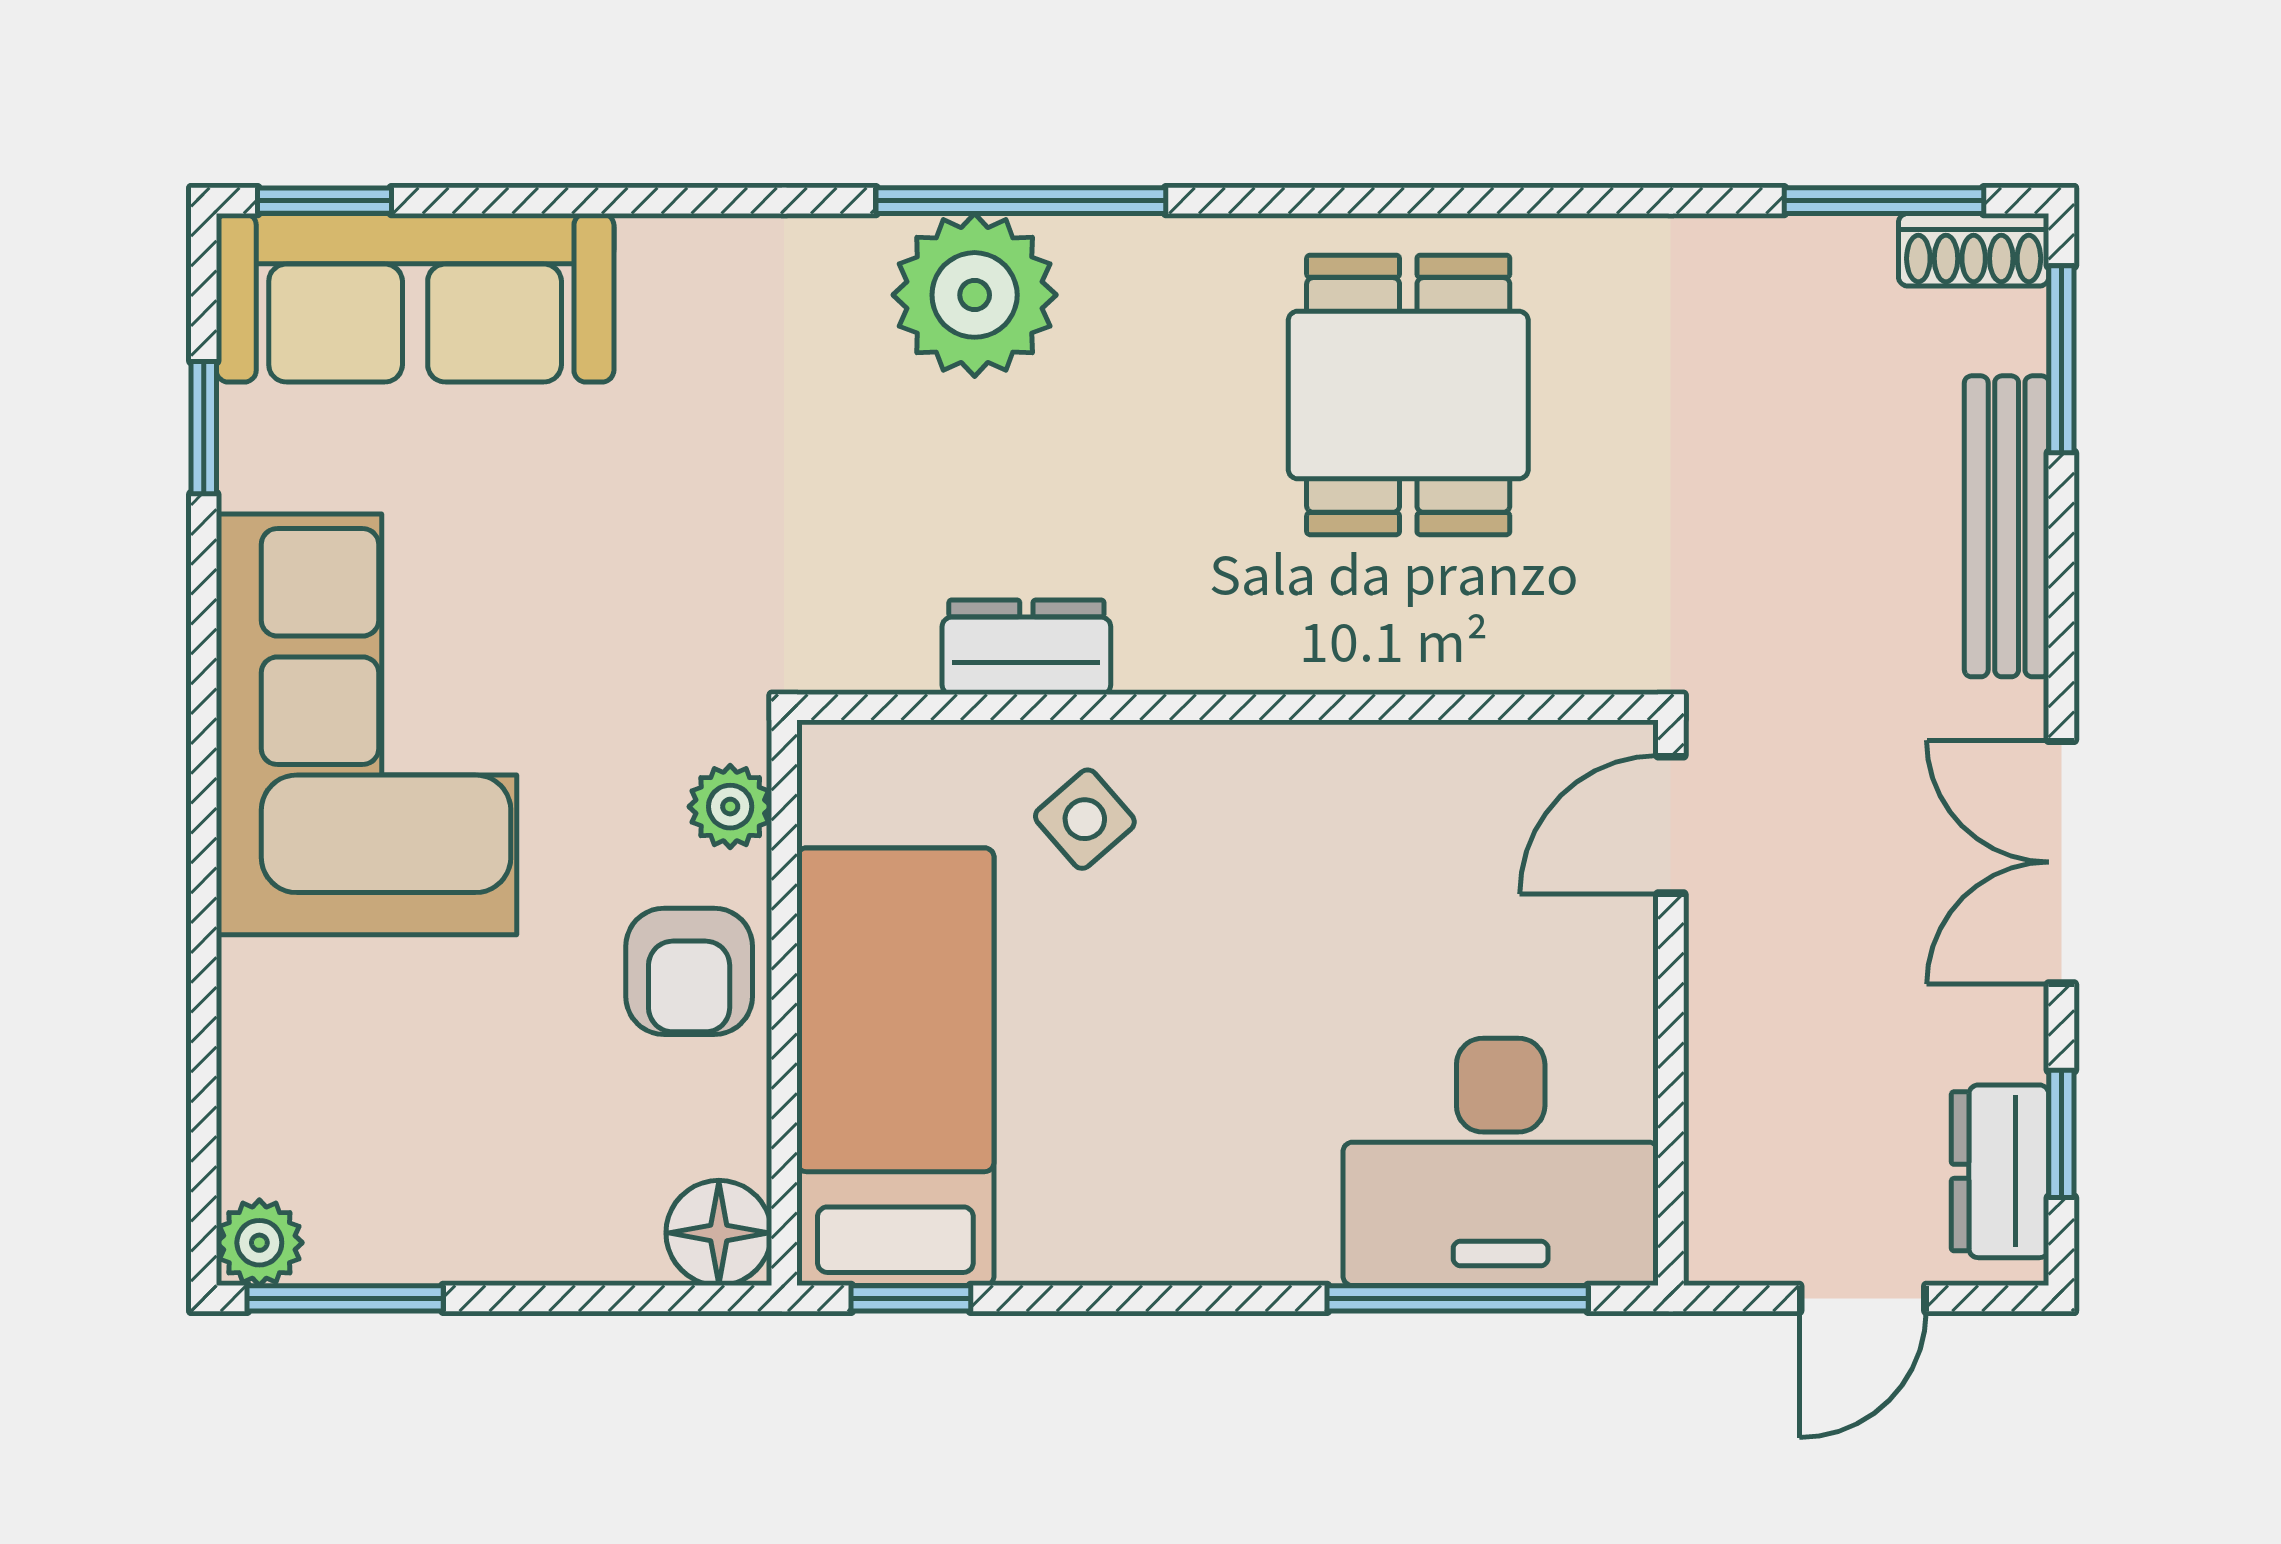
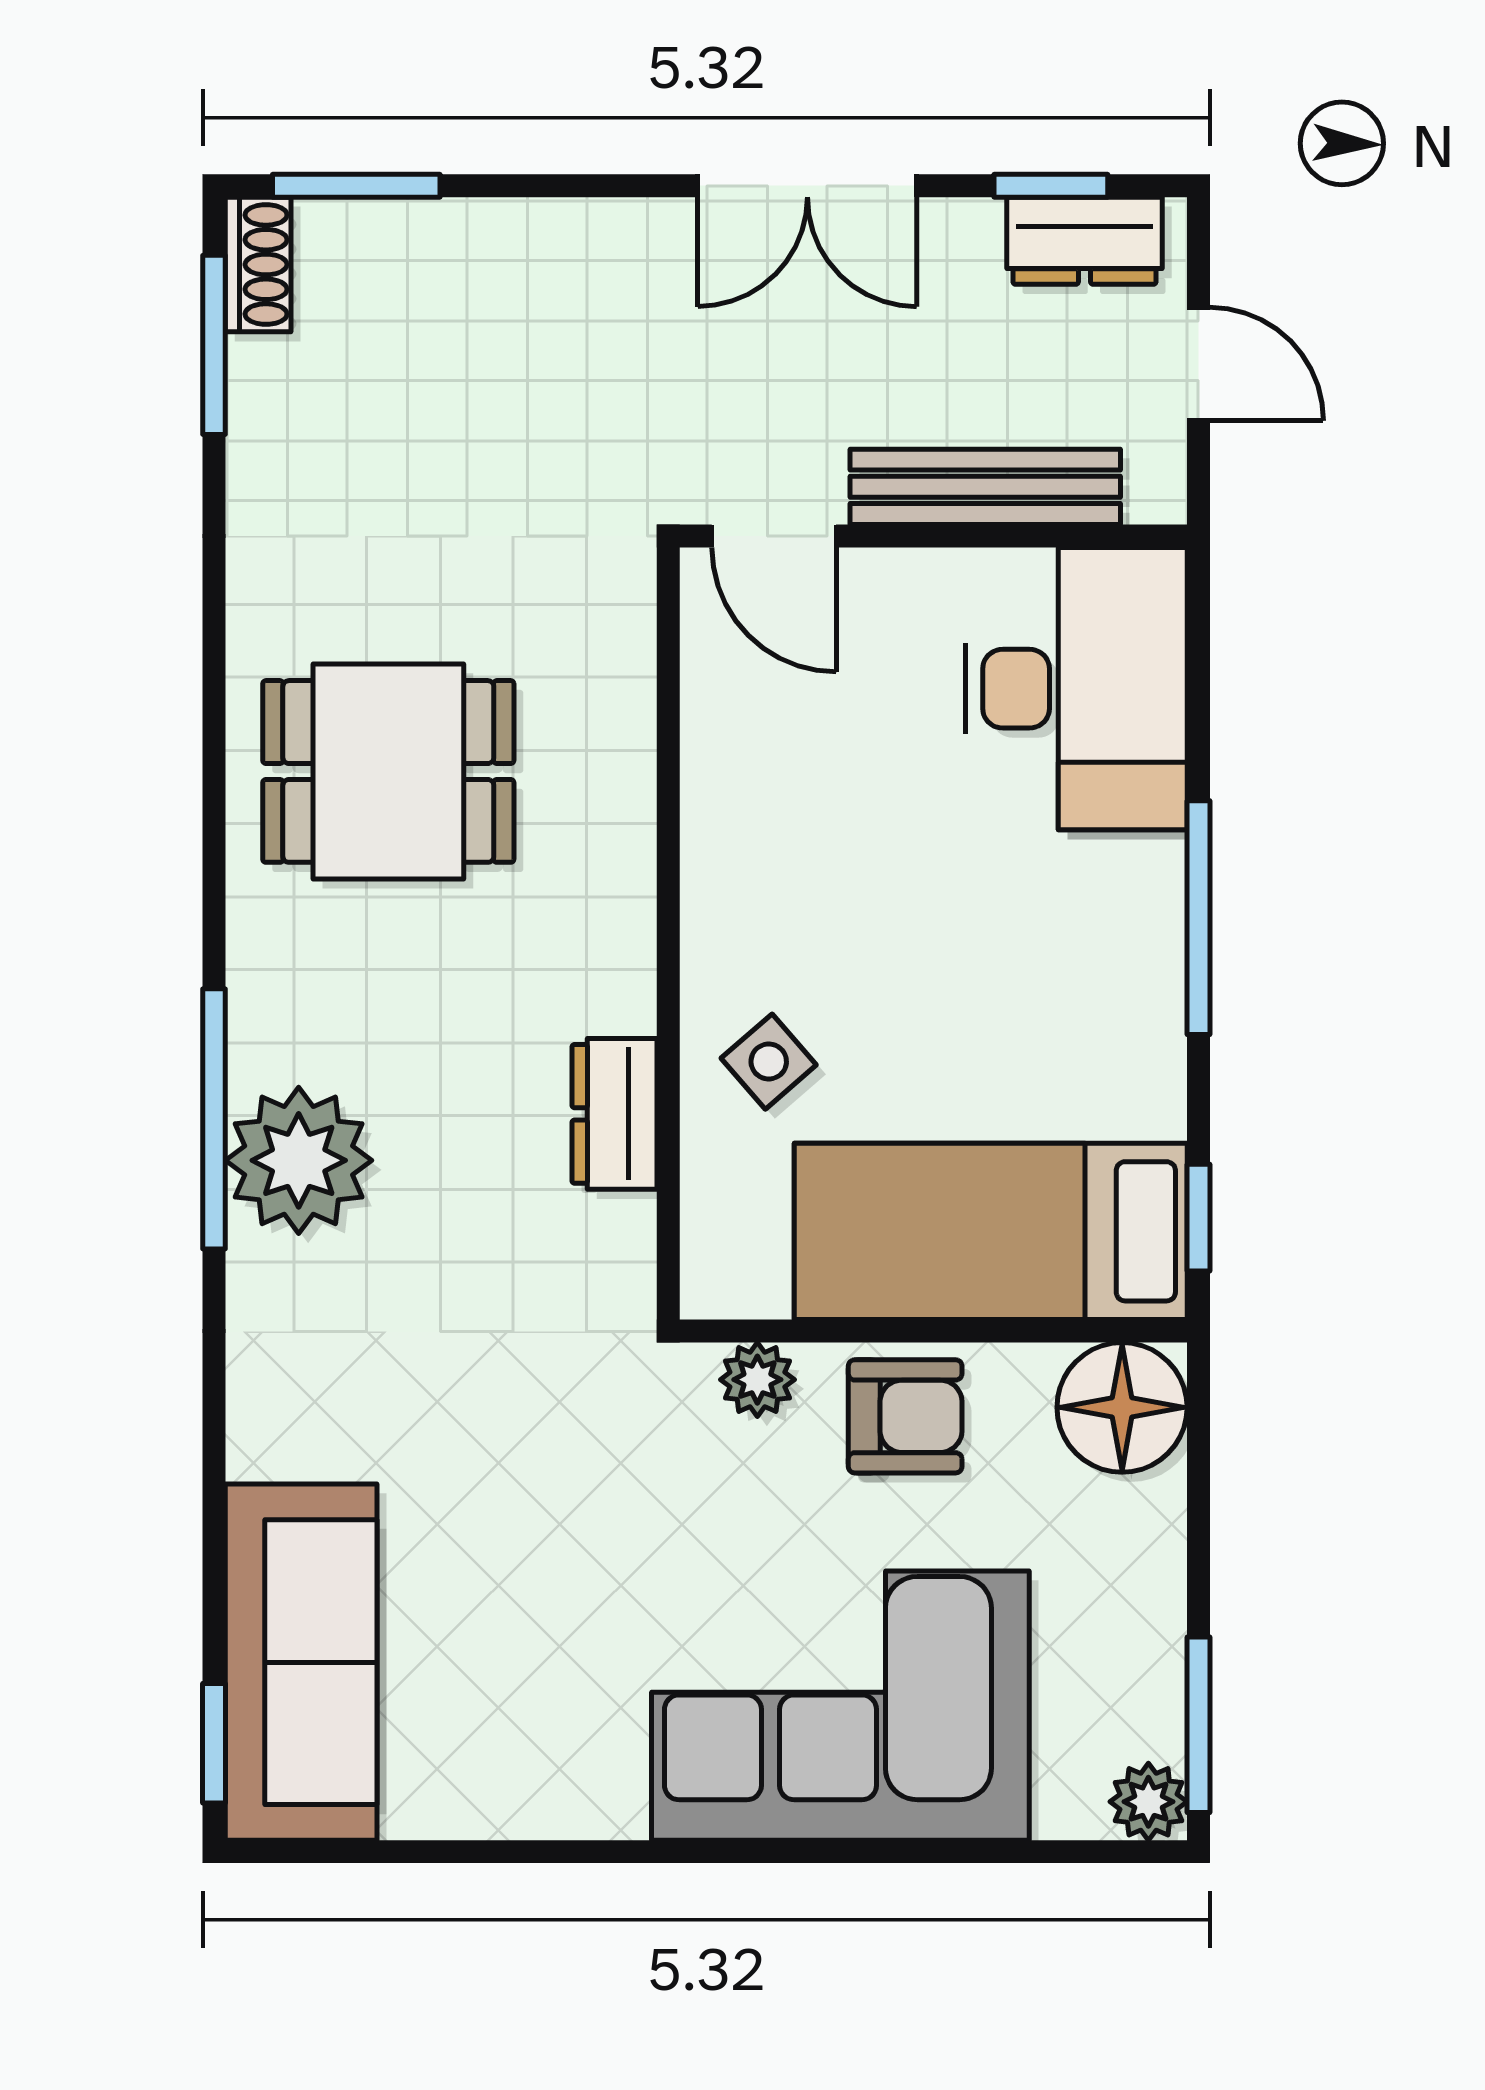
window: (204, 428) -> (418, 1852), removed
bench: (2007, 526) -> (985, 487), moved
corner sofa: (367, 724) -> (840, 1706), moved
floor lamp: (719, 1233) -> (1122, 1407), width x1.38, depth x1.38
window: (1458, 1298) -> (1198, 918), moved

